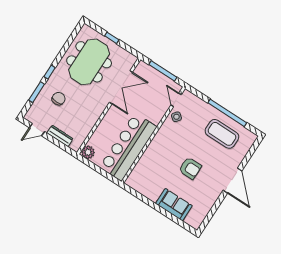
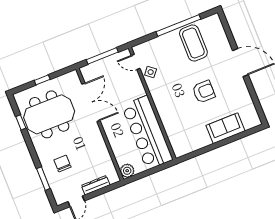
meeting table: (89, 62) -> (49, 114), turned 90
window: (50, 72) -> (21, 122), moved
coffee table: (222, 134) -> (193, 43), turned 90

